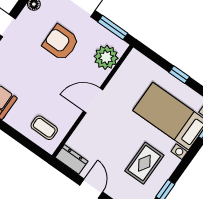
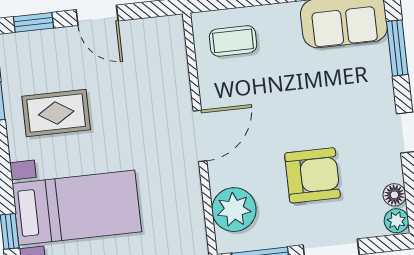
dresser: (72, 159) -> (158, 31), removed
rug: (144, 163) -> (56, 113), turned 90

